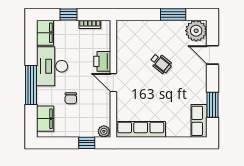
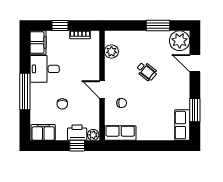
plant: (123, 42) -> (111, 51), added
printer: (102, 61) -> (77, 133), moved, turned 90
desk: (52, 66) -> (45, 69), width x0.73
chair: (134, 97) -> (122, 103), added
filing cabinet: (45, 119) -> (43, 132), moved, turned -90
row of seats: (141, 129) -> (120, 133), width x0.68

